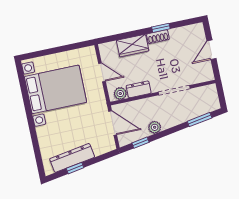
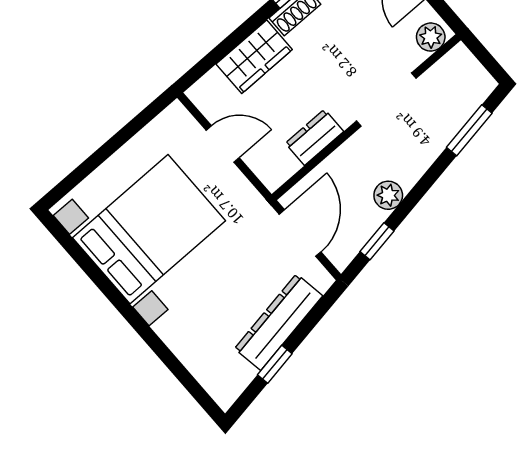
plant: (120, 94) -> (431, 37), moved
door: (113, 123) -> (300, 233), hinge flipped
dresser: (72, 158) -> (279, 322), moved

